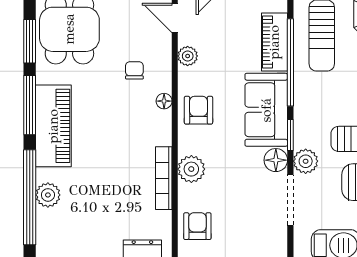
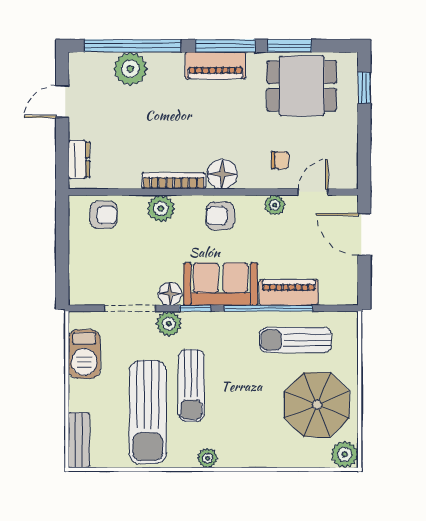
chair: (134, 70) -> (280, 160), moved
floor lamp: (164, 101) -> (222, 174), width x1.89, depth x1.89
armchair: (198, 110) -> (220, 216), turned 180
piano: (53, 126) -> (215, 65), width x0.73, depth x0.75
bookcase: (164, 178) -> (174, 181), moved
plant: (48, 195) -> (130, 69), width x1.36, depth x1.36

